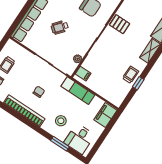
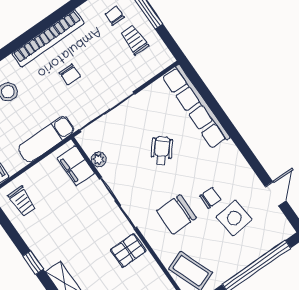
filing cabinet: (83, 74) -> (76, 166), width x2.00
trolley: (131, 75) -> (22, 201), moved
window: (138, 83) -> (33, 263), moved

